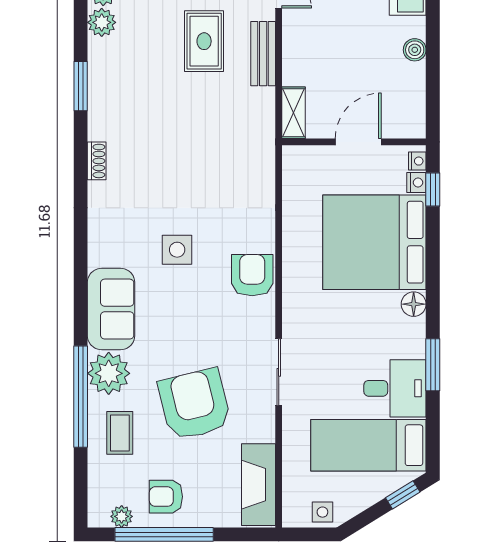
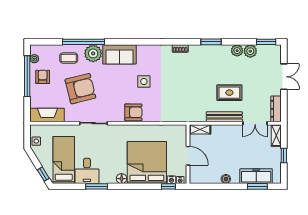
bench: (263, 54) -> (224, 117), width x1.36

